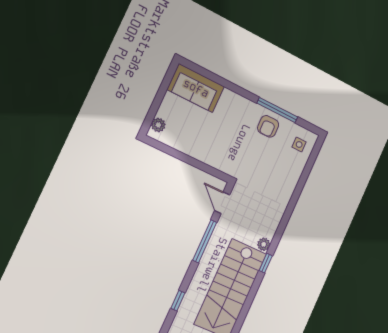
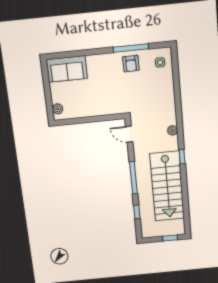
window: (205, 241) -> (133, 178), moved
plant: (264, 244) -> (172, 130), moved

